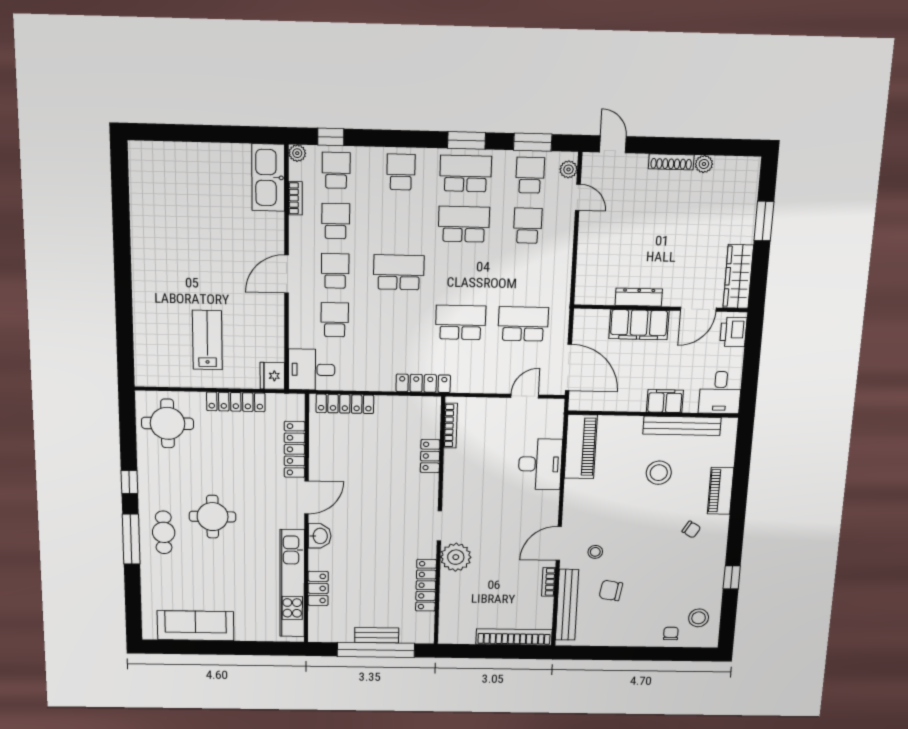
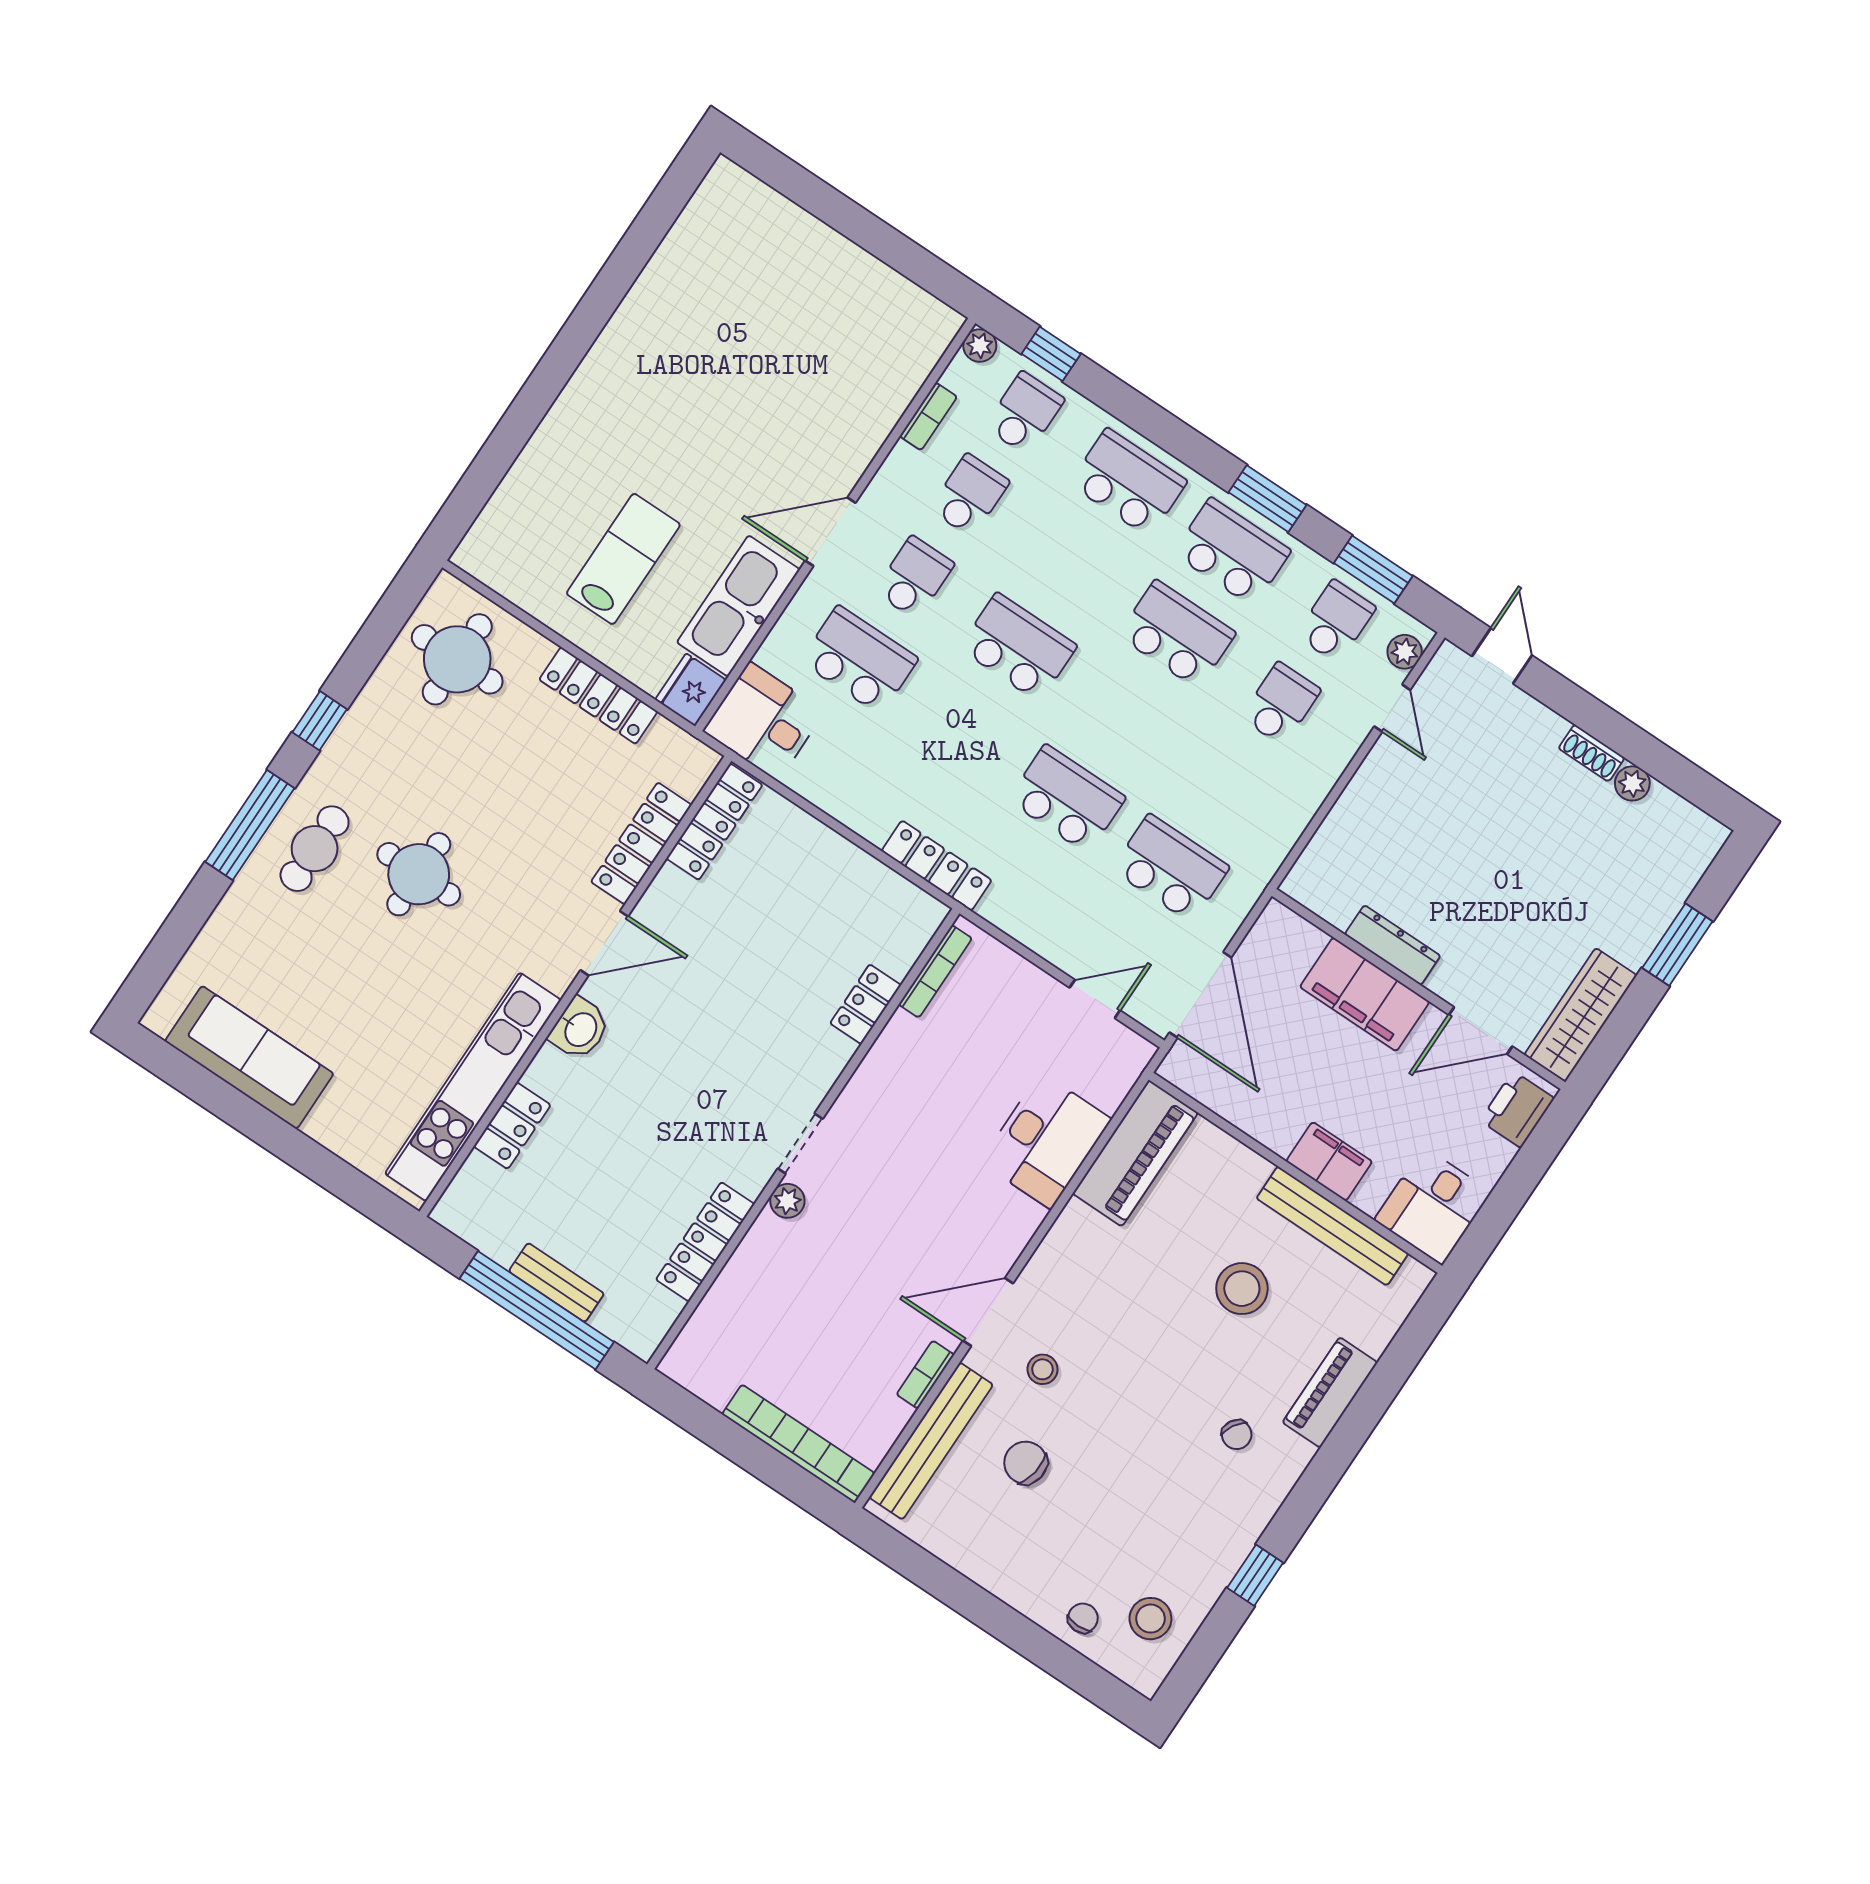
shoe rack: (671, 162) -> (1591, 753), width x0.70
school desk: (401, 172) -> (1128, 482), width x1.85
kitchen sink: (268, 178) -> (738, 606), moved
school desk: (335, 320) -> (859, 660), width x1.85
locker: (345, 404) -> (714, 822), moved, turned -90
plant: (456, 557) -> (787, 1201), width x0.53, depth x0.53

